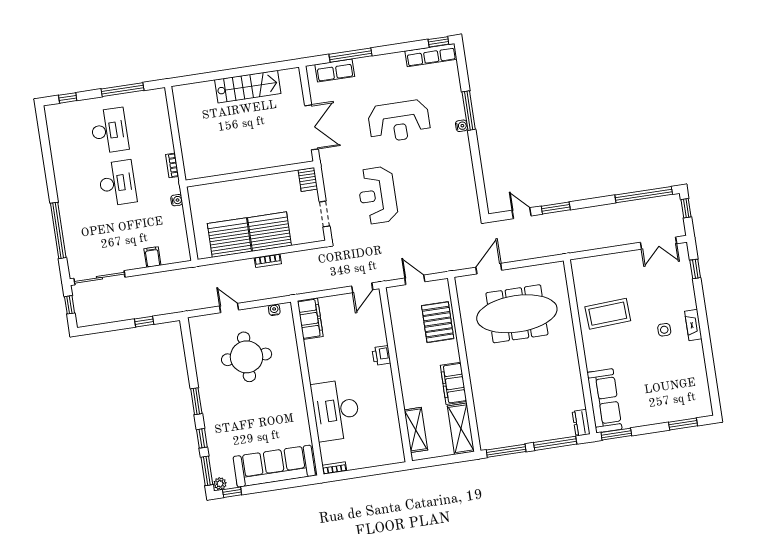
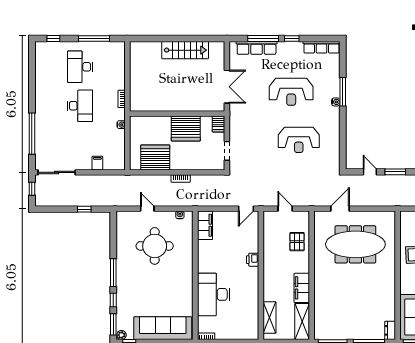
window: (438, 42) -> (292, 38), moved
row of seats: (335, 70) -> (257, 48), width x1.48
desk: (109, 131) -> (80, 67), turned 180
reception desk: (377, 195) -> (299, 140), moved, turned -90
server rack: (269, 232) -> (186, 128), moved, turned 180
pallet: (438, 322) -> (297, 242), width x0.67, depth x0.71
window: (196, 401) -> (113, 273), width x1.44

